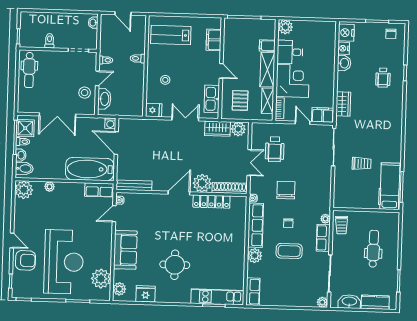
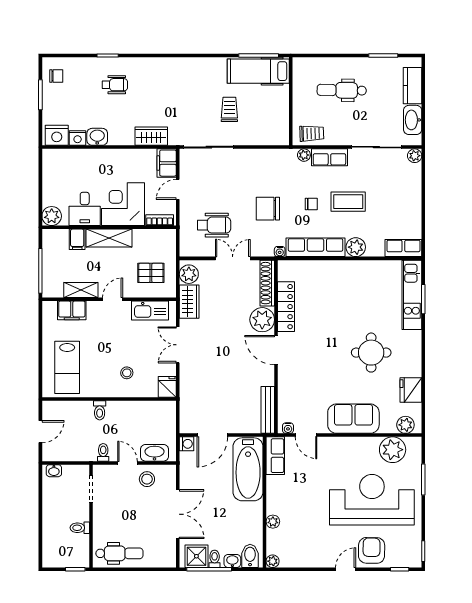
shelving: (268, 101) -> (81, 290), moved
plant: (24, 190) -> (273, 561), width x0.53, depth x0.53
coffee table: (289, 251) -> (348, 202), turned 90

